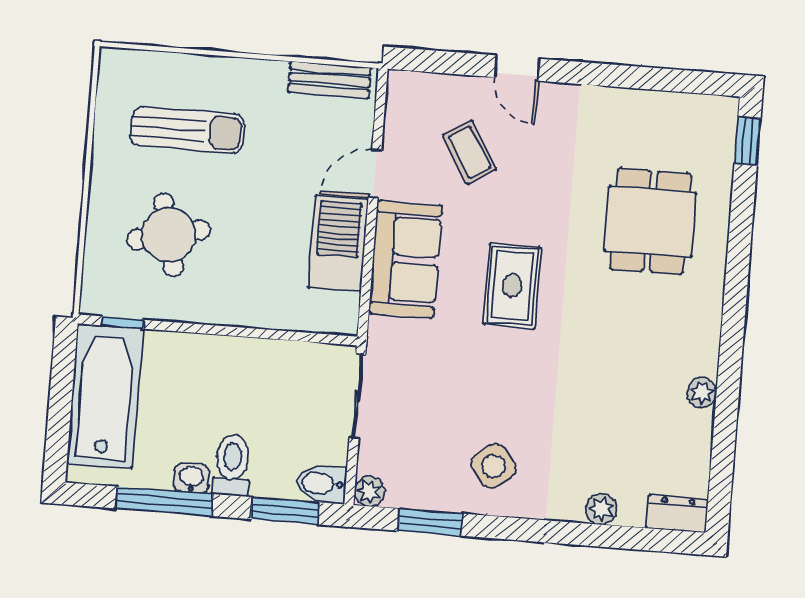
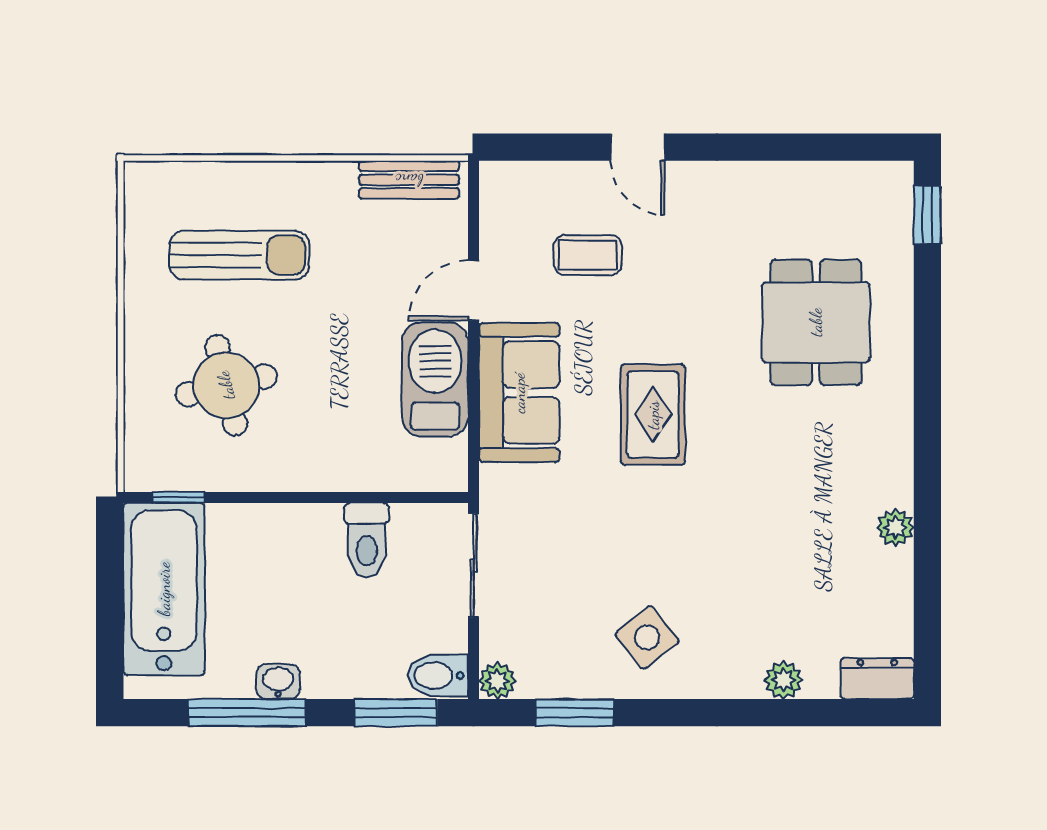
coffee table: (470, 152) -> (588, 255), turned -59
toilet: (232, 465) -> (367, 540), moved, turned 180

